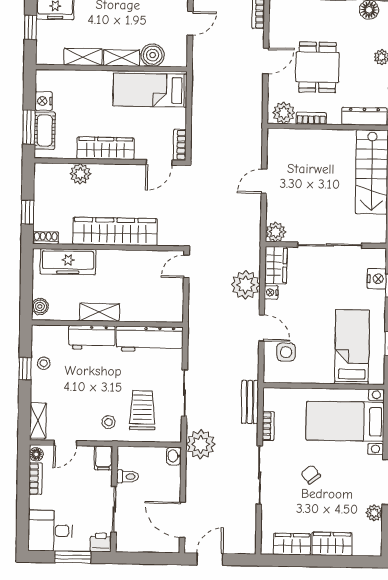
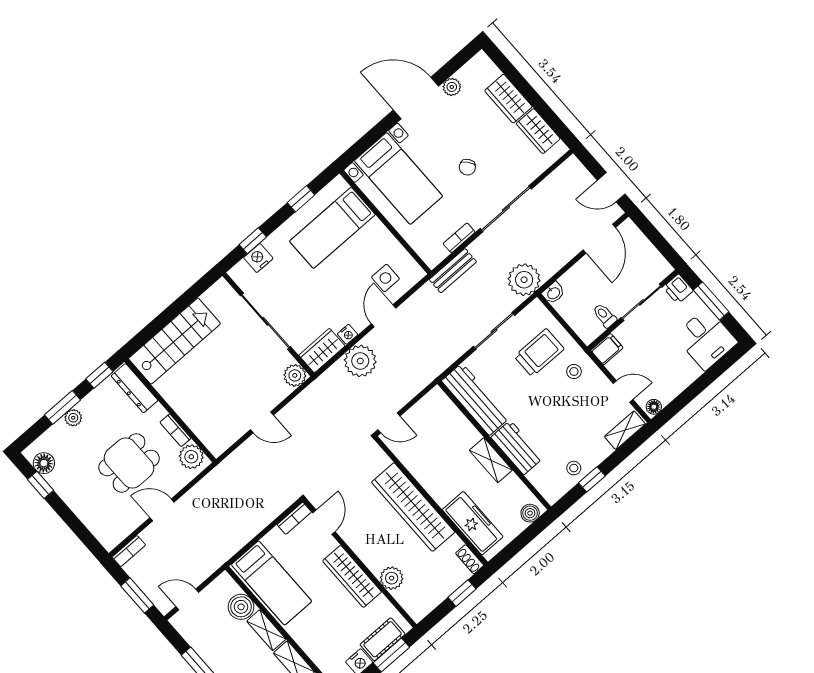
door: (159, 162) -> (324, 522), hinge flipped
trolley: (142, 410) -> (539, 353), turned 180
bookcase: (35, 479) -> (674, 389), removed

